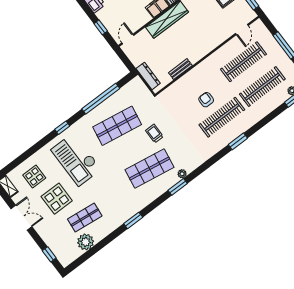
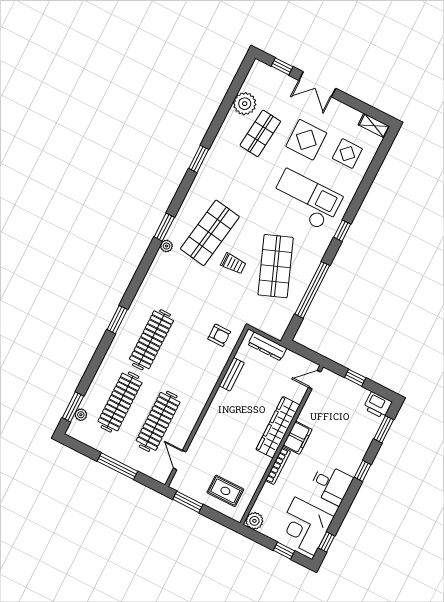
door: (128, 39) -> (315, 380), swing flipped
armchair: (206, 100) -> (219, 335), moved
shop shelf: (117, 126) -> (276, 266), turned -30
trolley: (154, 134) -> (233, 264), moved
double door: (21, 218) -> (317, 84), moved

